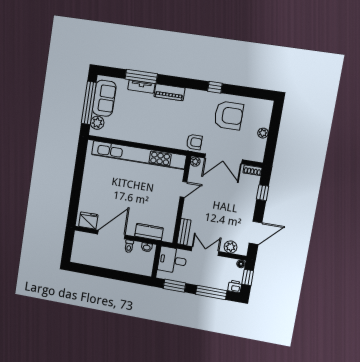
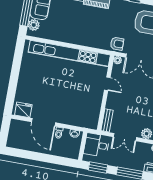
door: (183, 189) -> (107, 84), hinge flipped
kitchen counter: (149, 232) -> (77, 120), removed
door: (111, 234) -> (44, 122), swing flipped
double door: (205, 251) -> (125, 137), swing flipped

